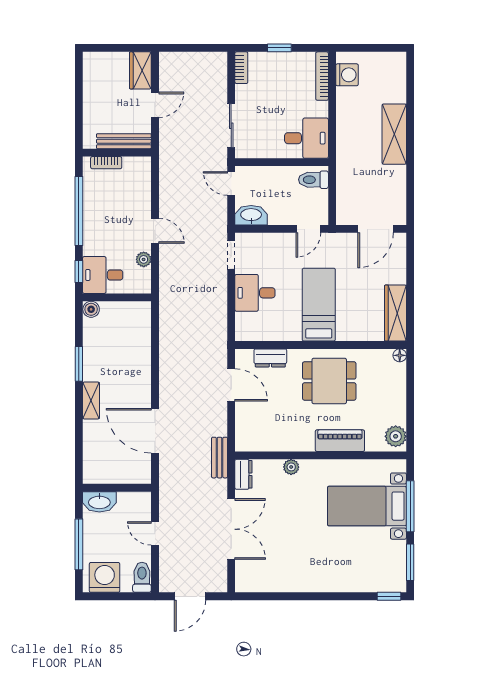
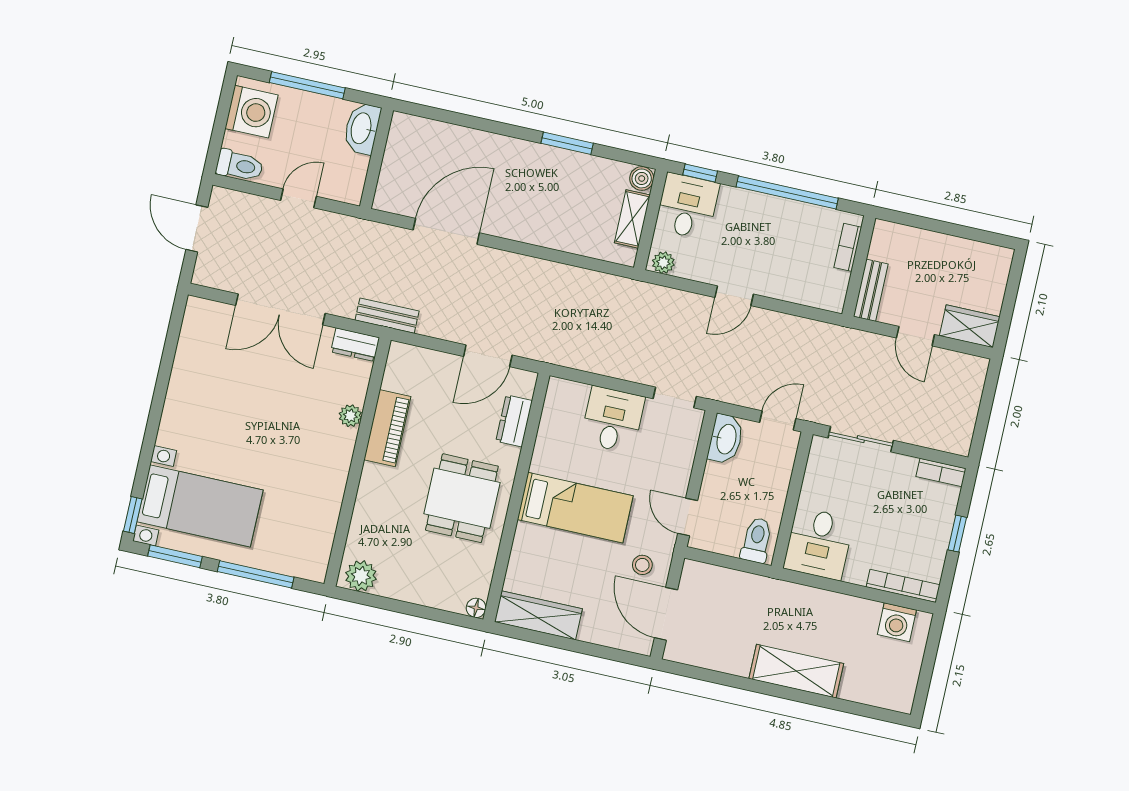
bench: (124, 141) -> (871, 290), width x0.73
stool: (347, 252) -> (642, 565), added
plant: (144, 259) -> (663, 263), moved
shelving: (91, 401) -> (632, 219), moved, turned 90
piano: (340, 441) -> (387, 428), moved
bed with nightstands: (367, 506) -> (200, 506), moved, turned 90

